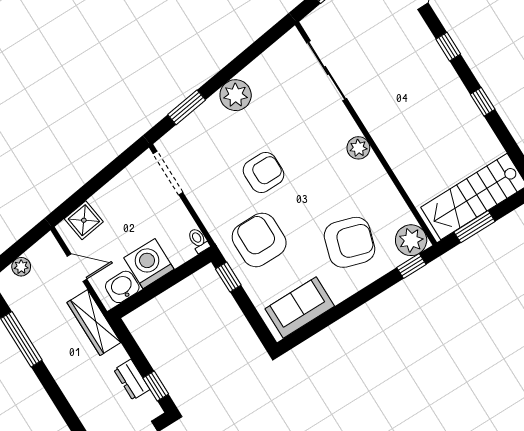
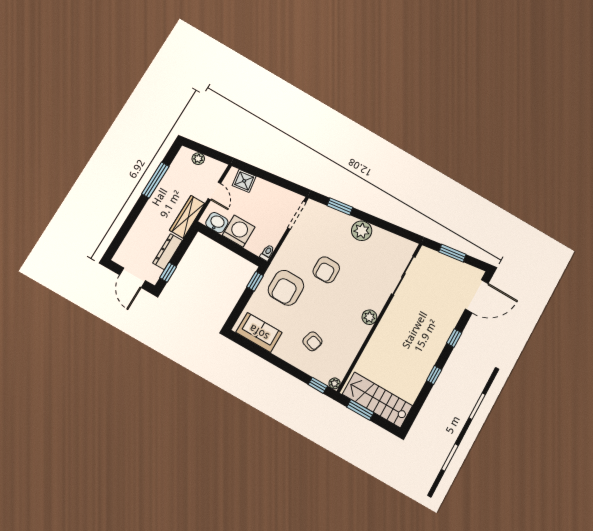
armchair: (263, 172) -> (326, 270), turned 90
armchair: (259, 240) -> (286, 288), turned 180
plant: (411, 240) -> (334, 383), width x0.53, depth x0.53
armchair: (350, 242) -> (312, 341), width x0.53, depth x0.53
dresser: (132, 380) -> (168, 252), width x1.44

